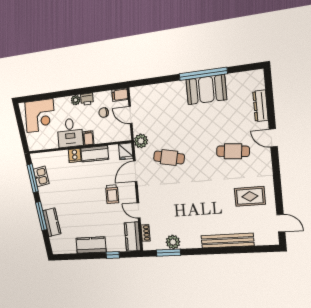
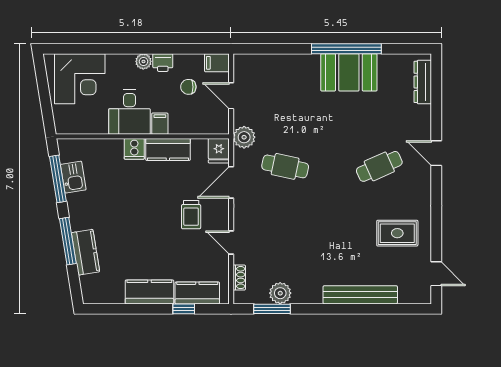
dresser: (260, 106) -> (423, 82), moved
cafe table: (233, 151) -> (379, 166), turned -30
kitchen counter: (132, 237) -> (197, 293), moved, turned 90

